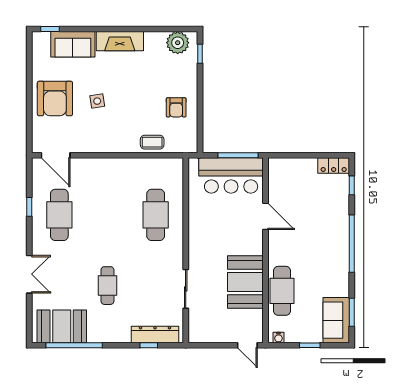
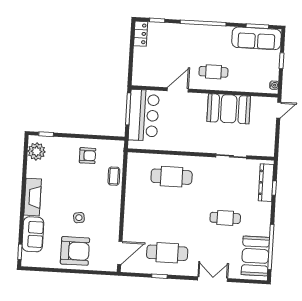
cafe table: (282, 291) -> (213, 72), moved, width x0.73, depth x0.74
sofa: (336, 320) -> (256, 38), width x1.36

